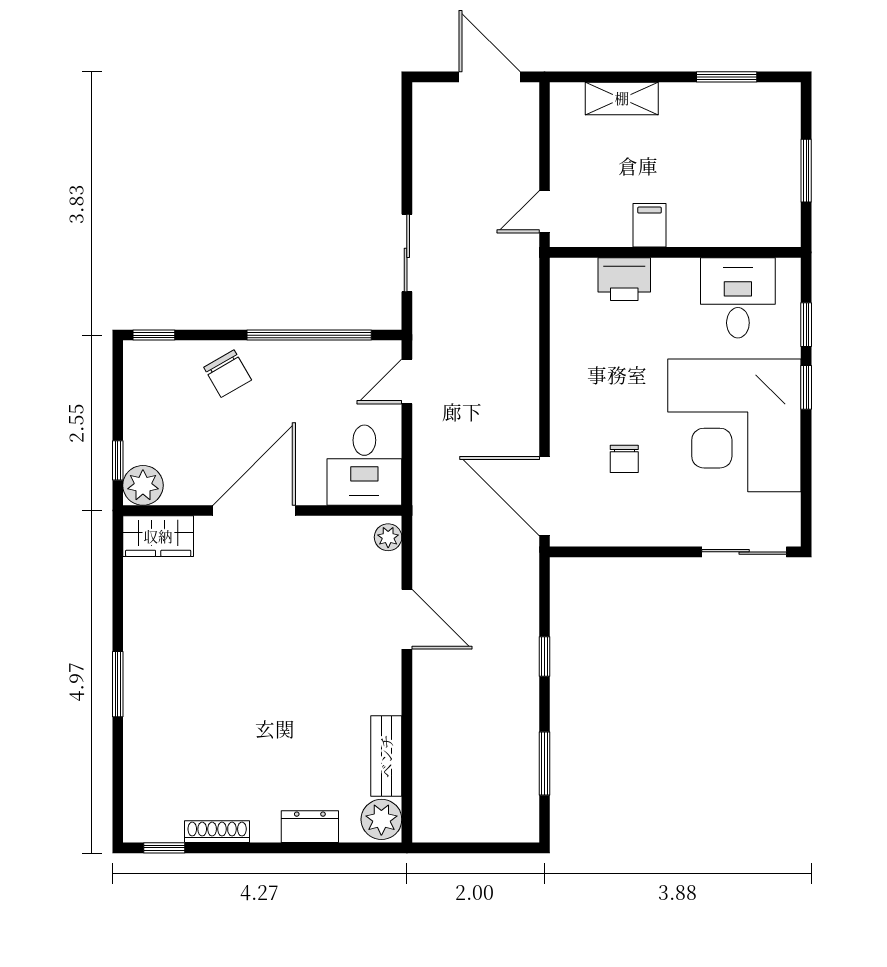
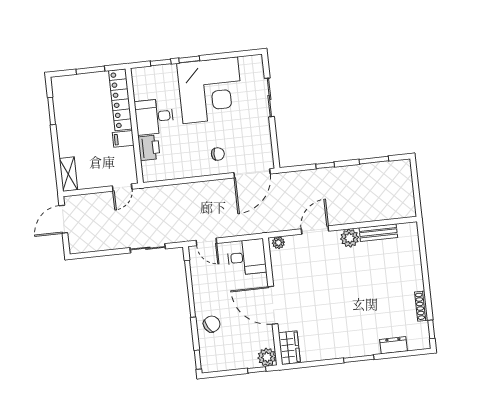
shelving: (622, 98) -> (68, 174), moved
door: (545, 212) -> (122, 187), hinge flipped
locker: (735, 229) -> (120, 100), added
desk: (738, 298) -> (154, 117), moved
chair: (624, 459) -> (218, 154), moved
sliding door: (744, 552) -> (269, 97), moved
plant: (381, 819) -> (350, 238), moved
dresser: (310, 827) -> (394, 345), moved, turned 90

